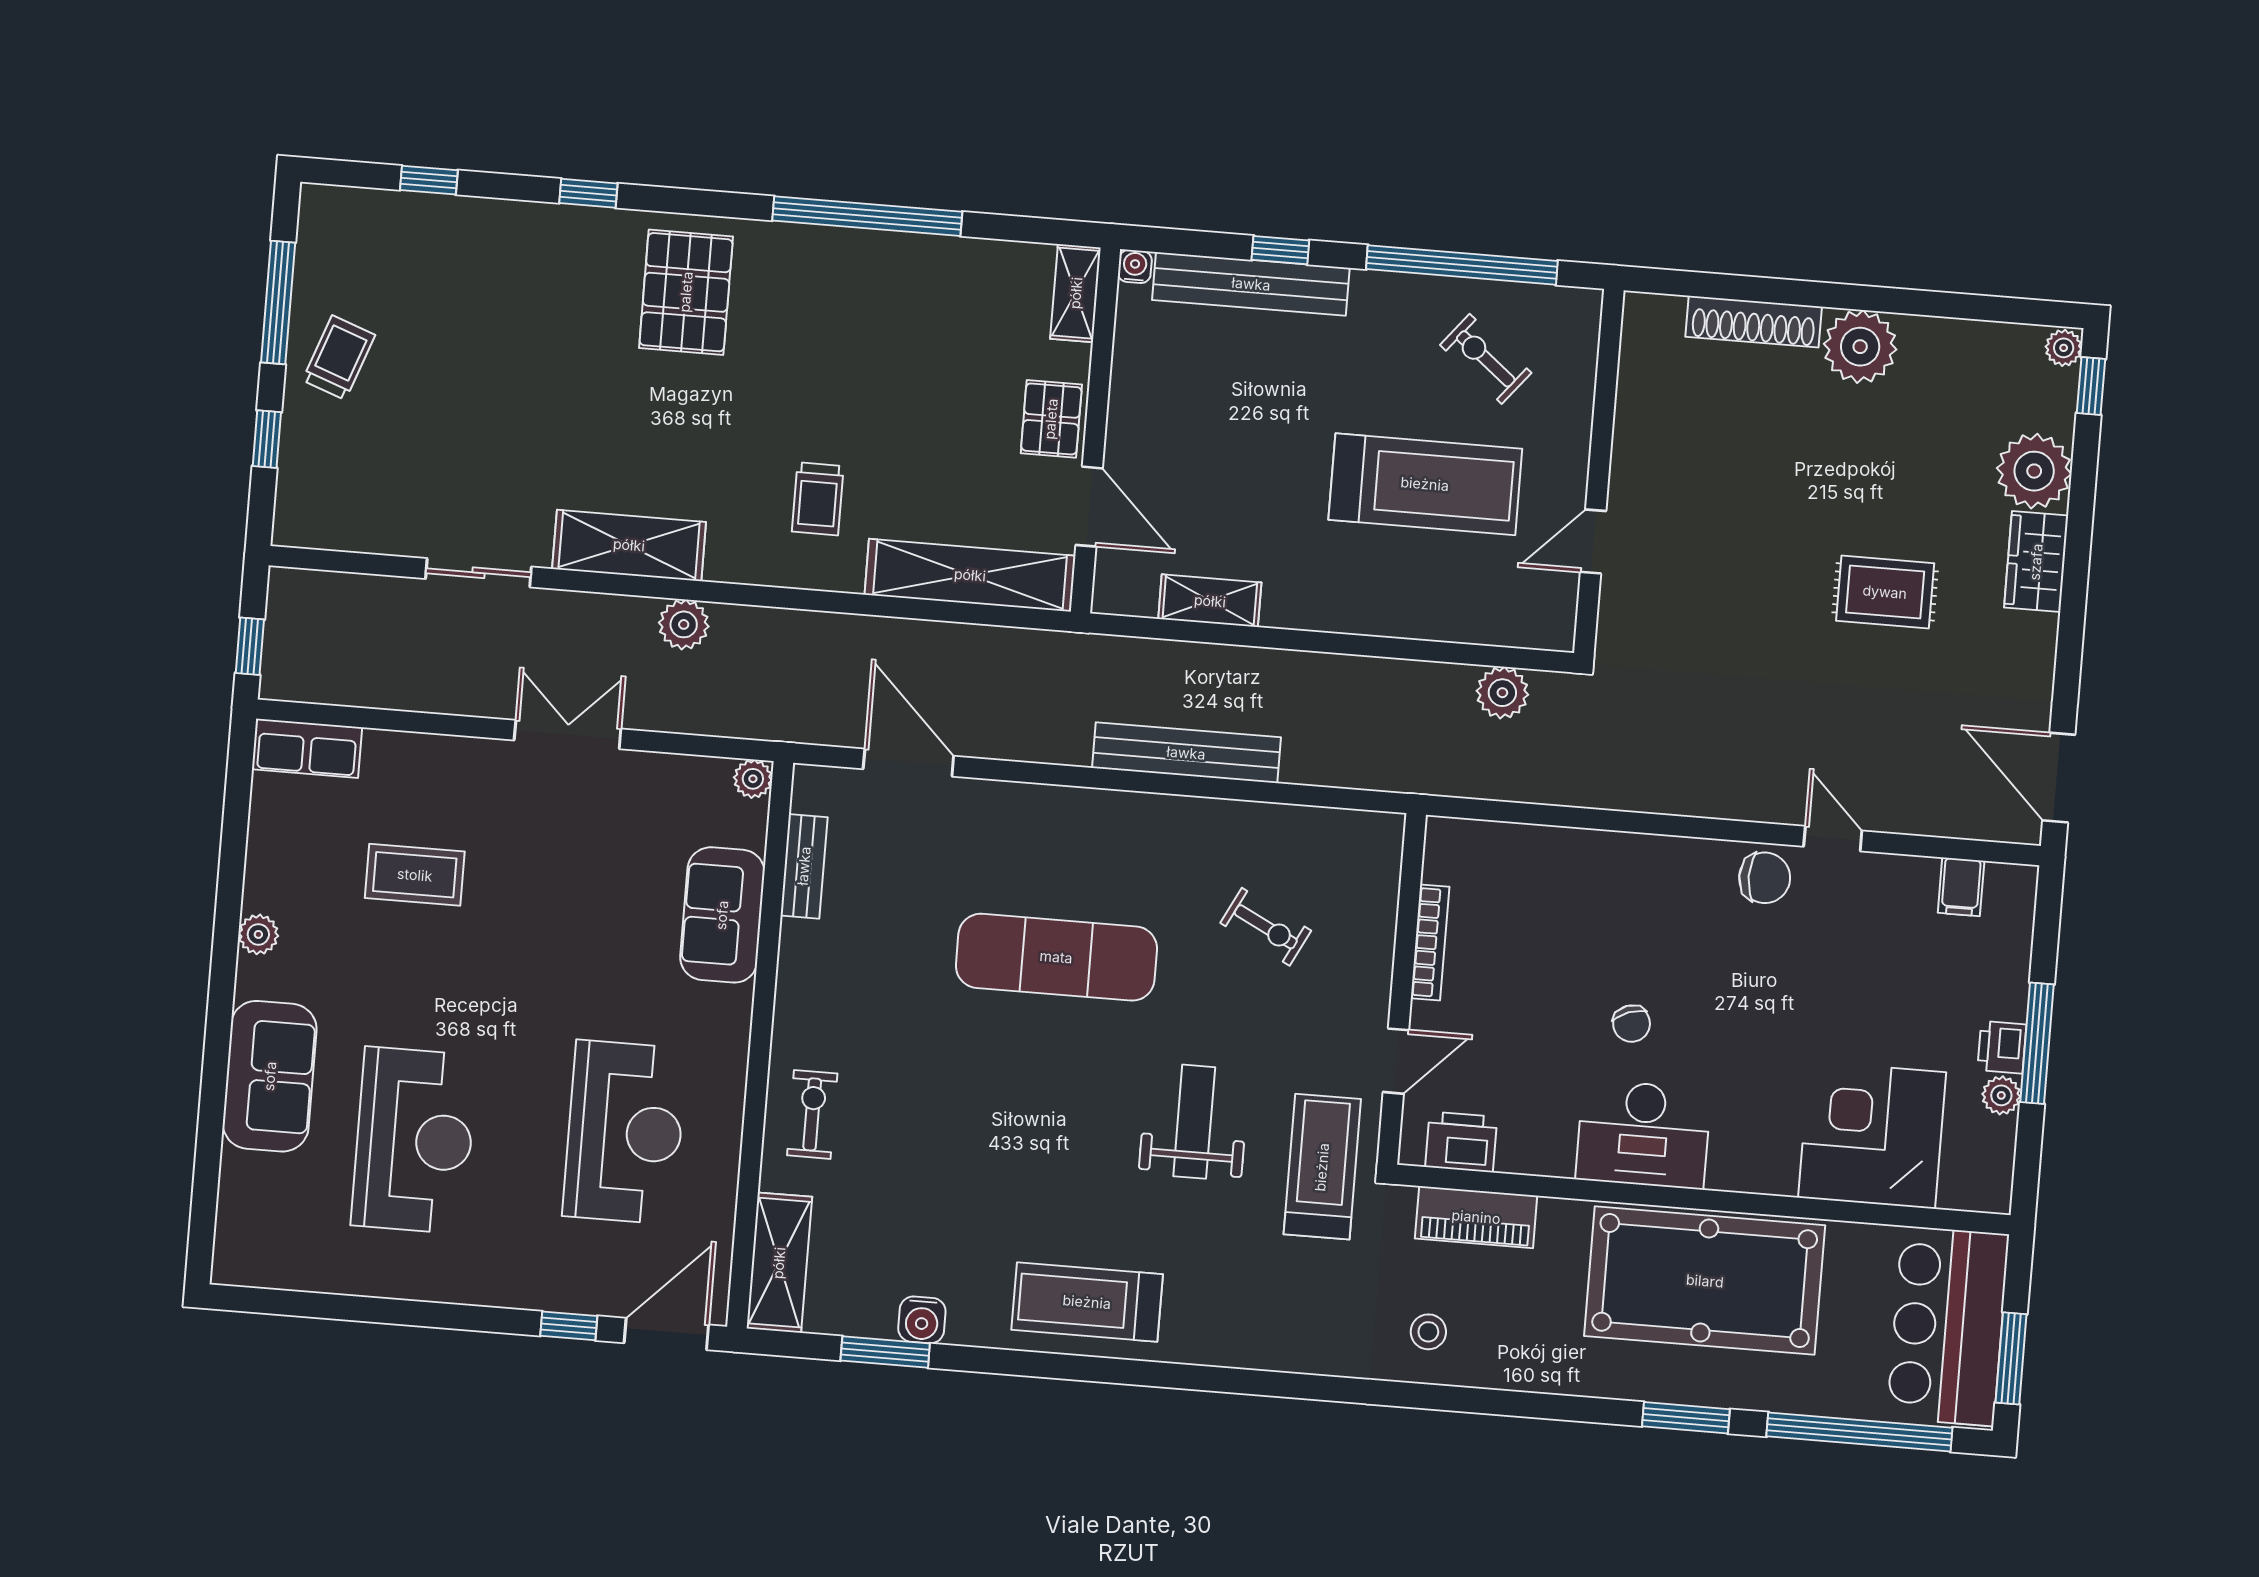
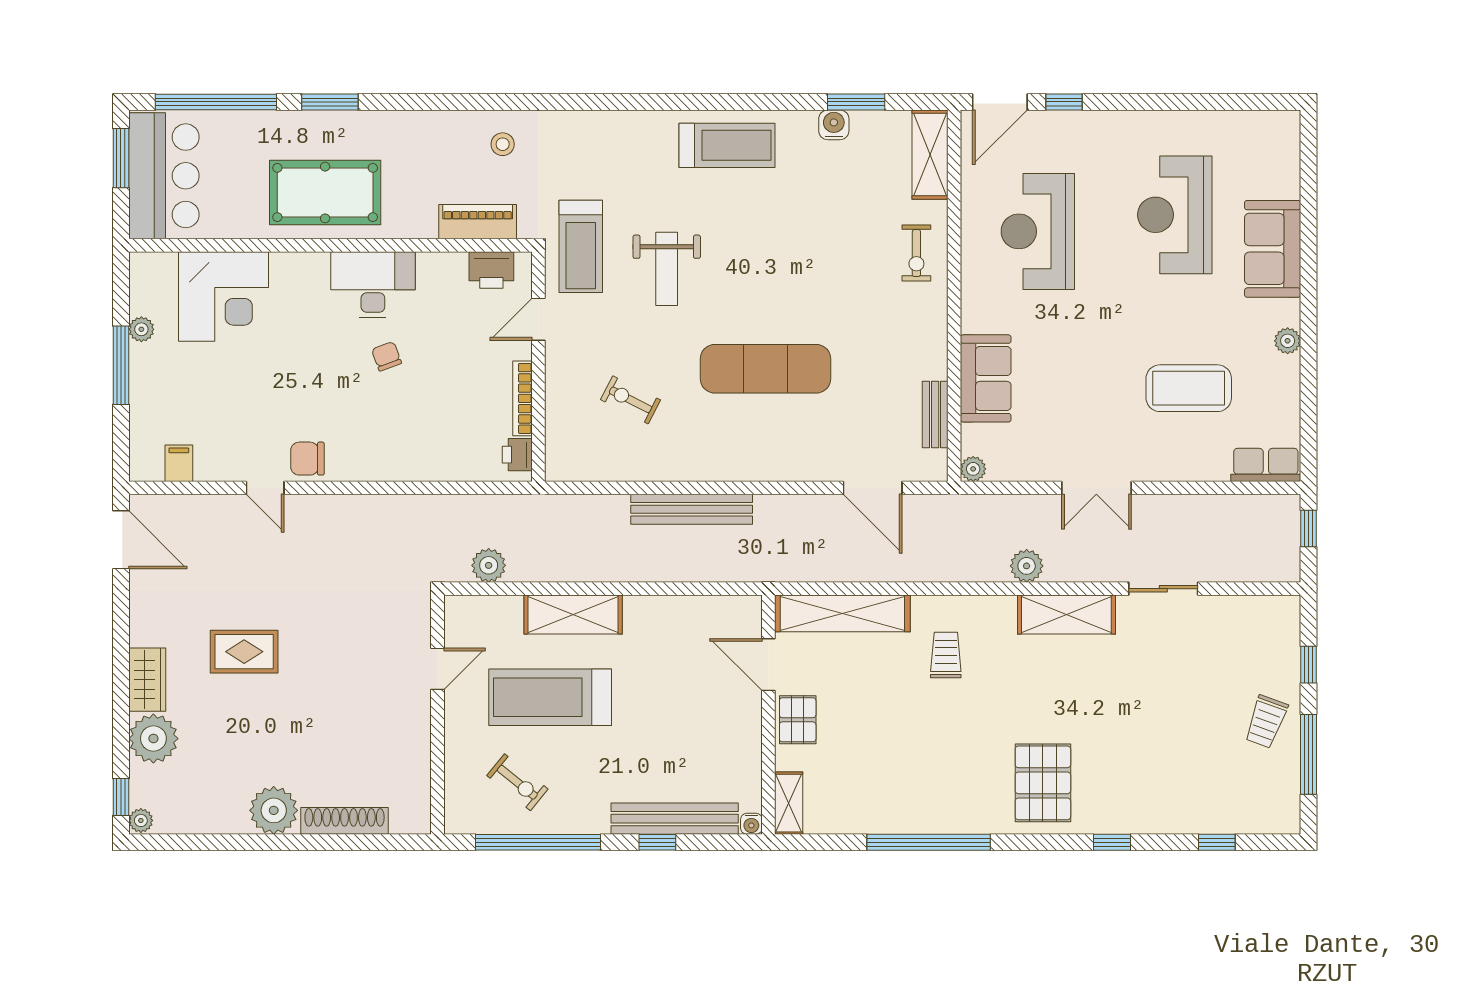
shelving: (1210, 601) -> (573, 615), moved, width x1.50, depth x1.33
coffee table: (415, 875) -> (1189, 388), width x1.36, depth x1.32
printer: (2002, 1047) -> (517, 455), moved, turned 180
pool table: (1705, 1281) -> (325, 193), width x0.73, depth x0.76

